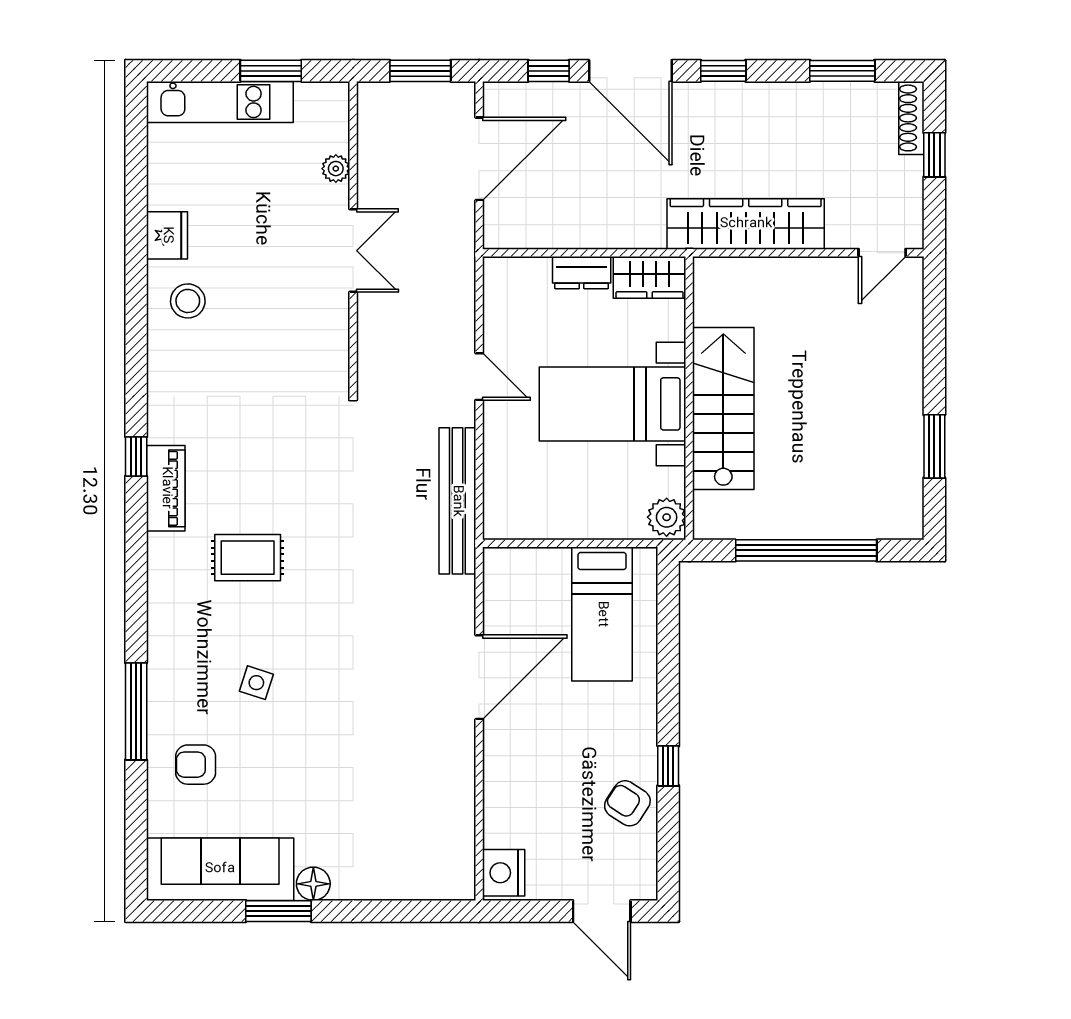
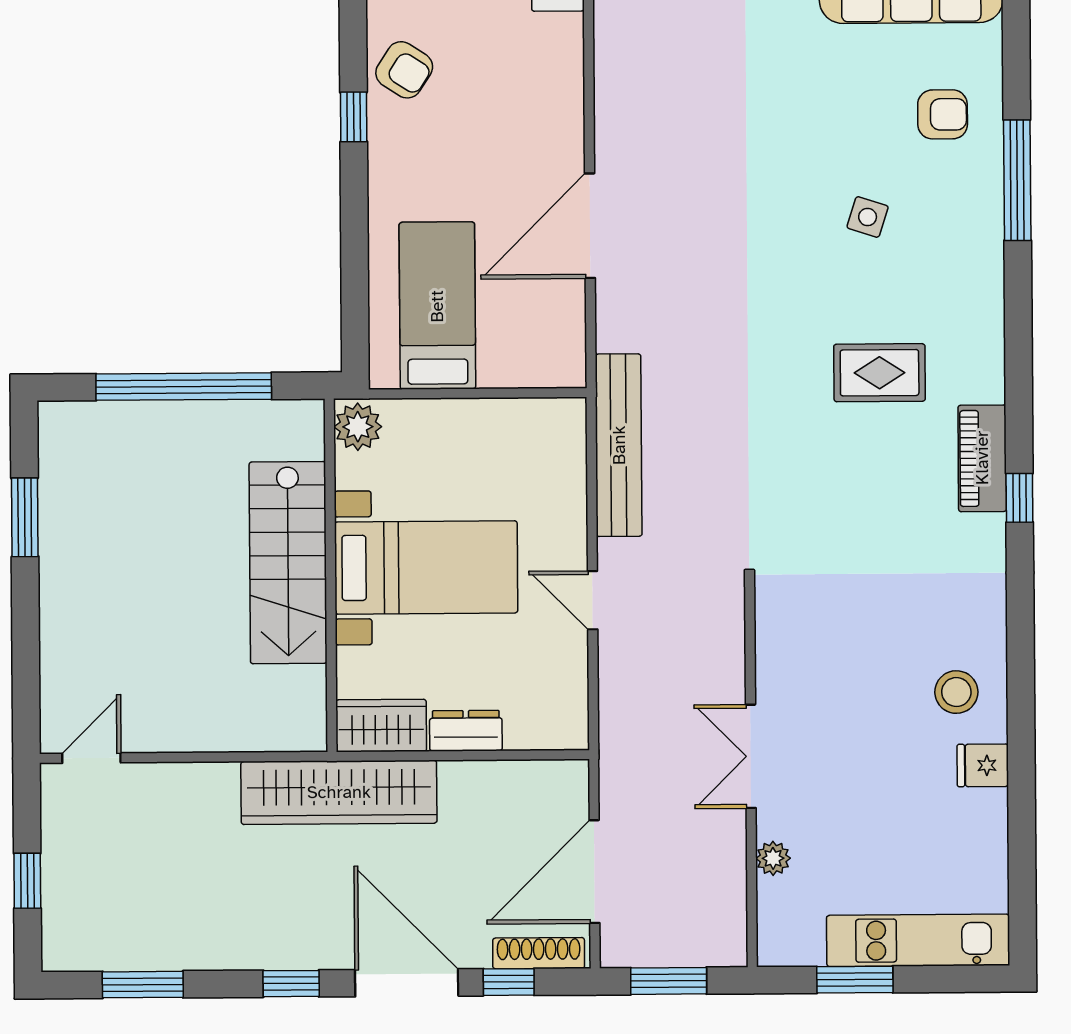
shoe rack: (911, 118) -> (539, 953), moved, turned -90
wardrobe: (746, 224) -> (339, 792), moved
fridge: (167, 235) -> (983, 765), width x0.72

